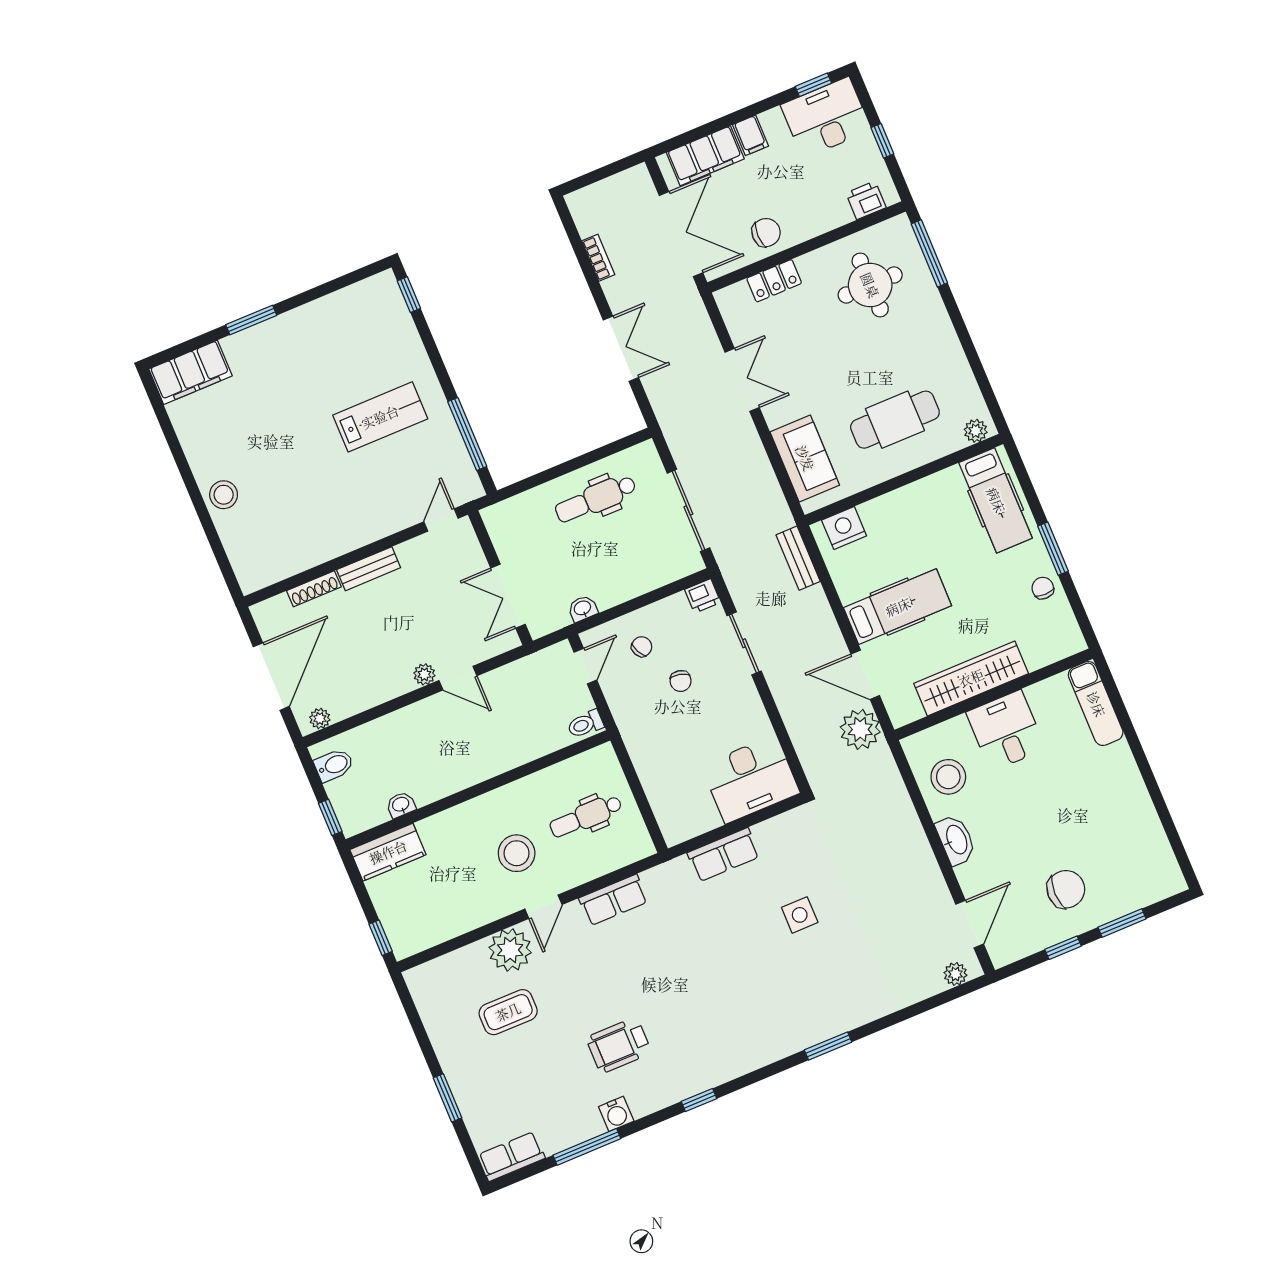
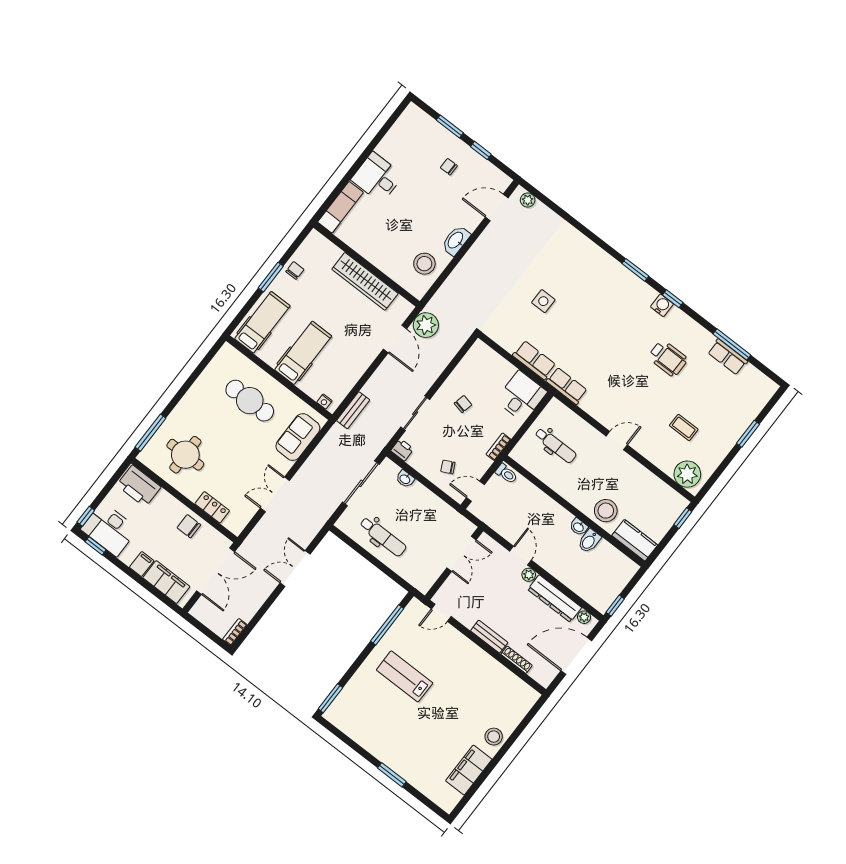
window: (882, 141) -> (86, 516), moved
printer: (866, 200) -> (139, 486), width x1.87, depth x1.48
double door: (681, 234) -> (216, 571), swing flipped
bookcase: (598, 258) -> (235, 632), moved
window: (409, 295) -> (330, 698), width x1.50
filing cabinet: (190, 372) -> (469, 770), moved, turned -90
plant: (976, 431) -> (231, 354), removed
nightstand: (844, 528) -> (324, 401), width x0.53, depth x0.56
chair: (1043, 588) -> (295, 270), turned 180
hospital bed: (898, 607) -> (303, 353), moved, turned 90
washbasin: (583, 608) -> (405, 479), moved
chair: (681, 681) -> (463, 404), moved
dresser: (370, 692) -> (555, 598), added
desk: (1006, 731) -> (377, 178), moved, turned 90
bookcase: (630, 734) -> (498, 447), added
bidet: (334, 765) -> (589, 541), moved, turned -90
desk: (750, 779) -> (521, 396), moved, width x0.73
washbasin: (401, 805) -> (579, 527), moved
window: (330, 817) -> (615, 606), moved
stool: (517, 853) -> (606, 511), moved
chair: (1066, 889) -> (449, 167), width x0.54, depth x0.54
row of seats: (613, 900) -> (567, 386), moved
plant: (510, 950) -> (687, 474), moved
coffee table: (508, 1012) -> (684, 427), width x0.73, depth x0.77
window: (828, 1046) -> (635, 270), moved
water cooler: (616, 1114) -> (662, 305), moved
row of seats: (511, 1156) -> (728, 357), moved

